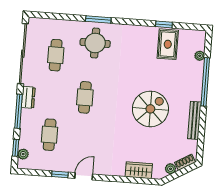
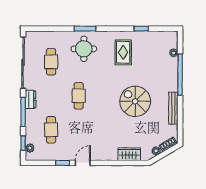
rug: (168, 44) -> (123, 52), moved
spiral stairs: (150, 109) -> (135, 101), turned -90

